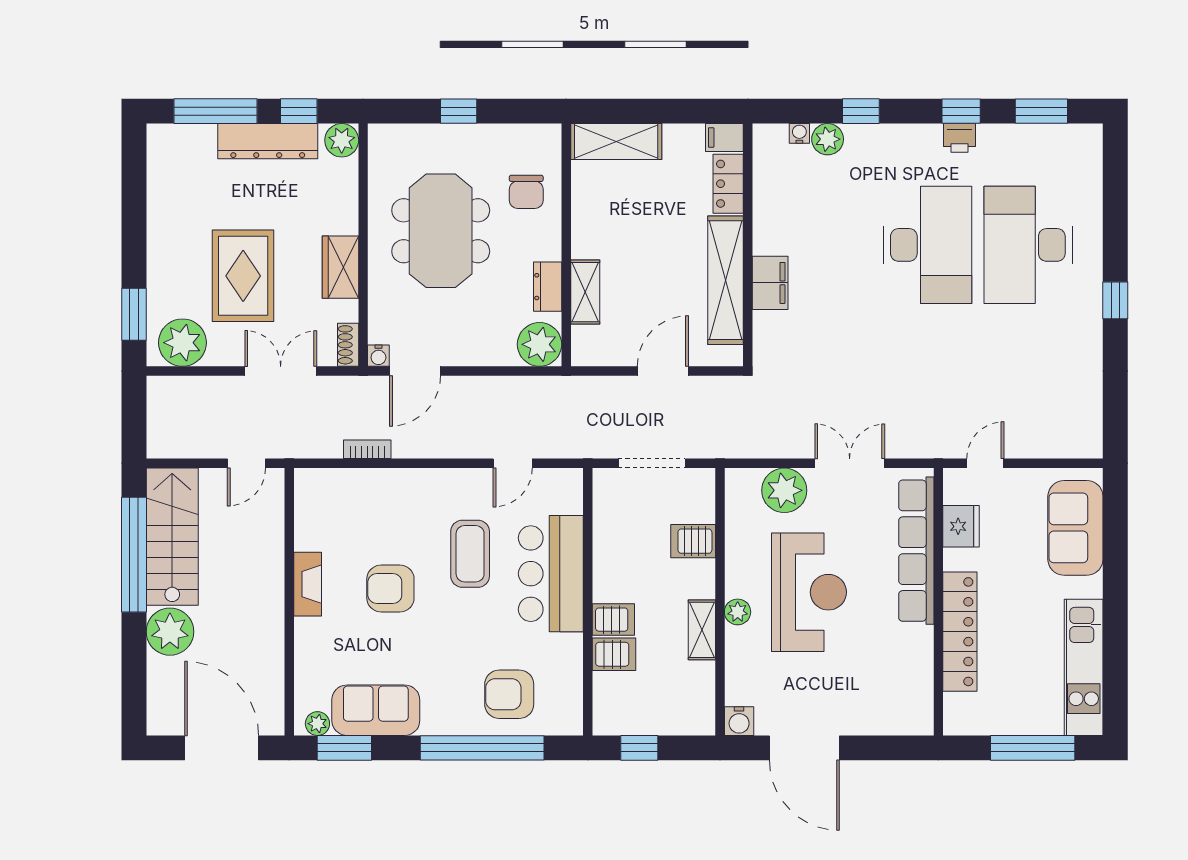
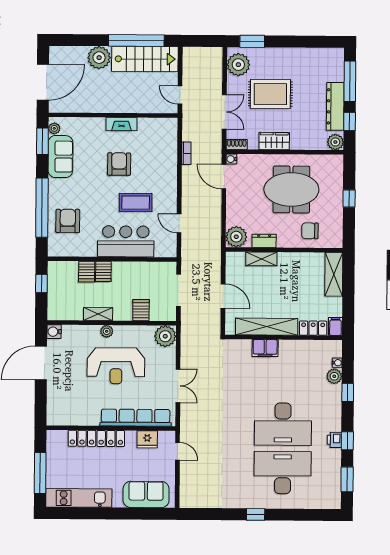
plant: (784, 490) -> (165, 336), moved

